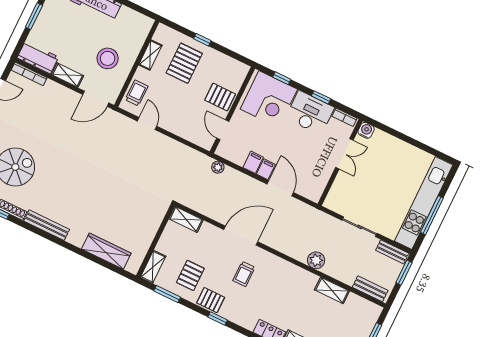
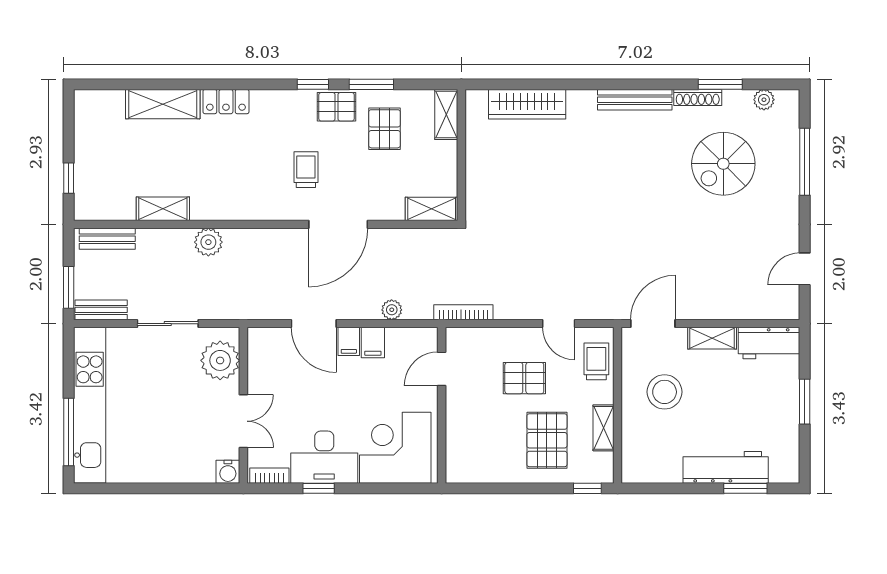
window: (202, 40) -> (587, 488), moved
bookcase: (29, 74) -> (463, 312), moved
window: (282, 78) -> (391, 488), removed
trolley: (137, 93) -> (596, 361), turned 180
pallet: (220, 97) -> (524, 378), moved
door: (223, 130) -> (442, 369), swing flipped
double door: (344, 154) -> (243, 421), swing flipped
plant: (218, 167) -> (392, 310), moved
plant: (341, 193) -> (220, 360), added
window: (432, 215) -> (69, 432), moved
window: (167, 294) -> (371, 84), moved

